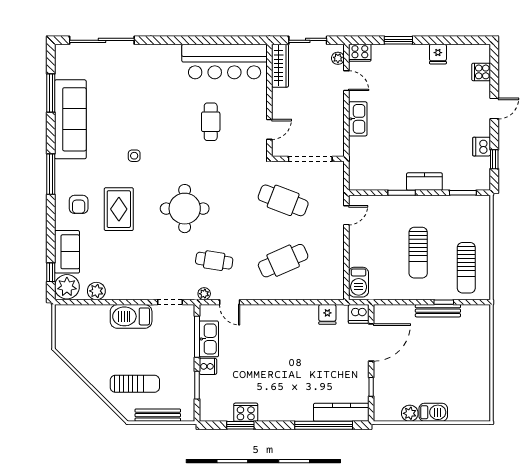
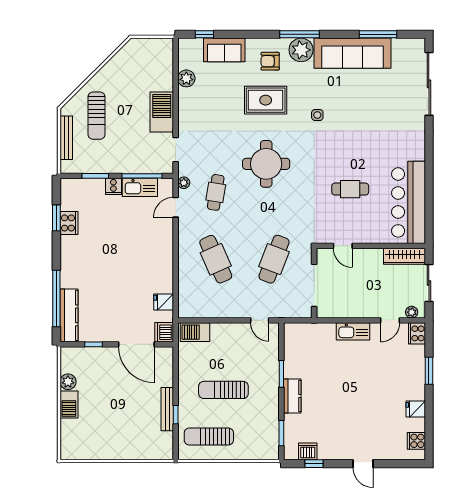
cooker: (481, 72) -> (416, 441), moved, turned -90
dishwasher: (482, 147) -> (308, 451), moved
plant: (67, 287) -> (301, 50), moved

